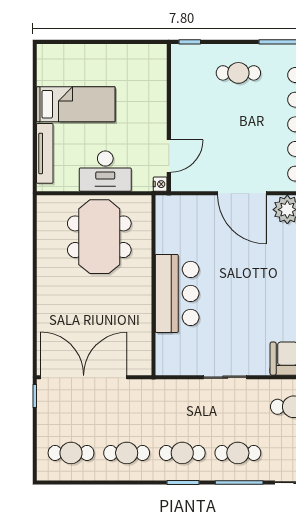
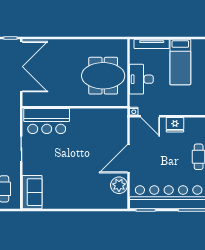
fridge: (183, 113) -> (175, 125), added
bar counter: (177, 293) -> (47, 121), moved

